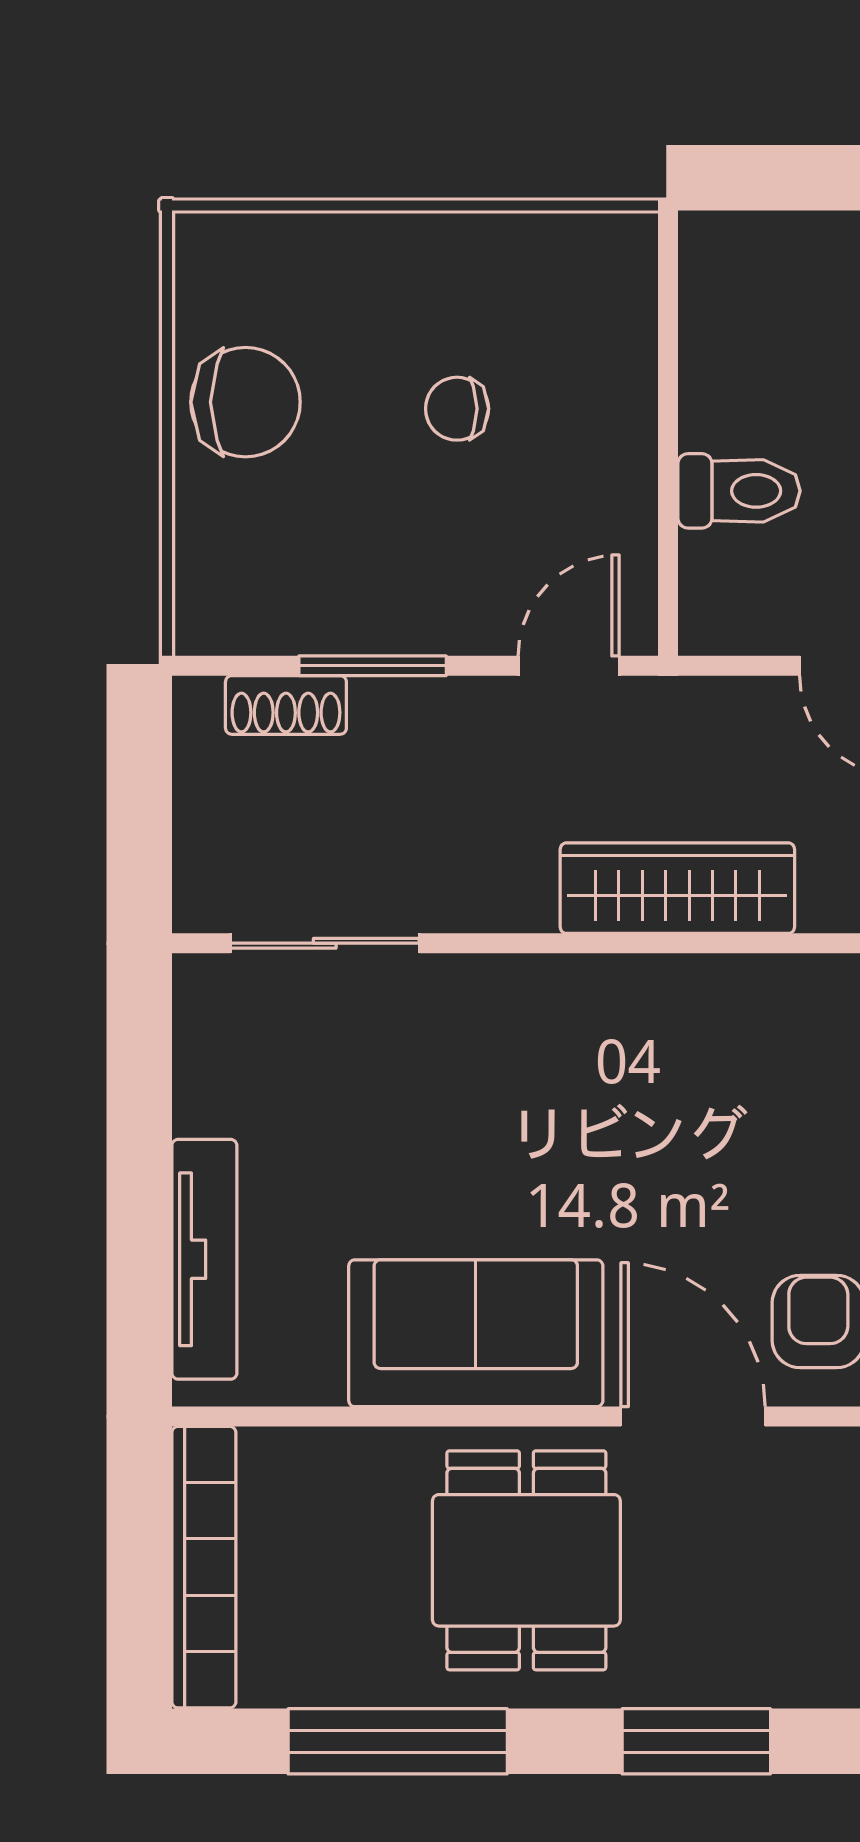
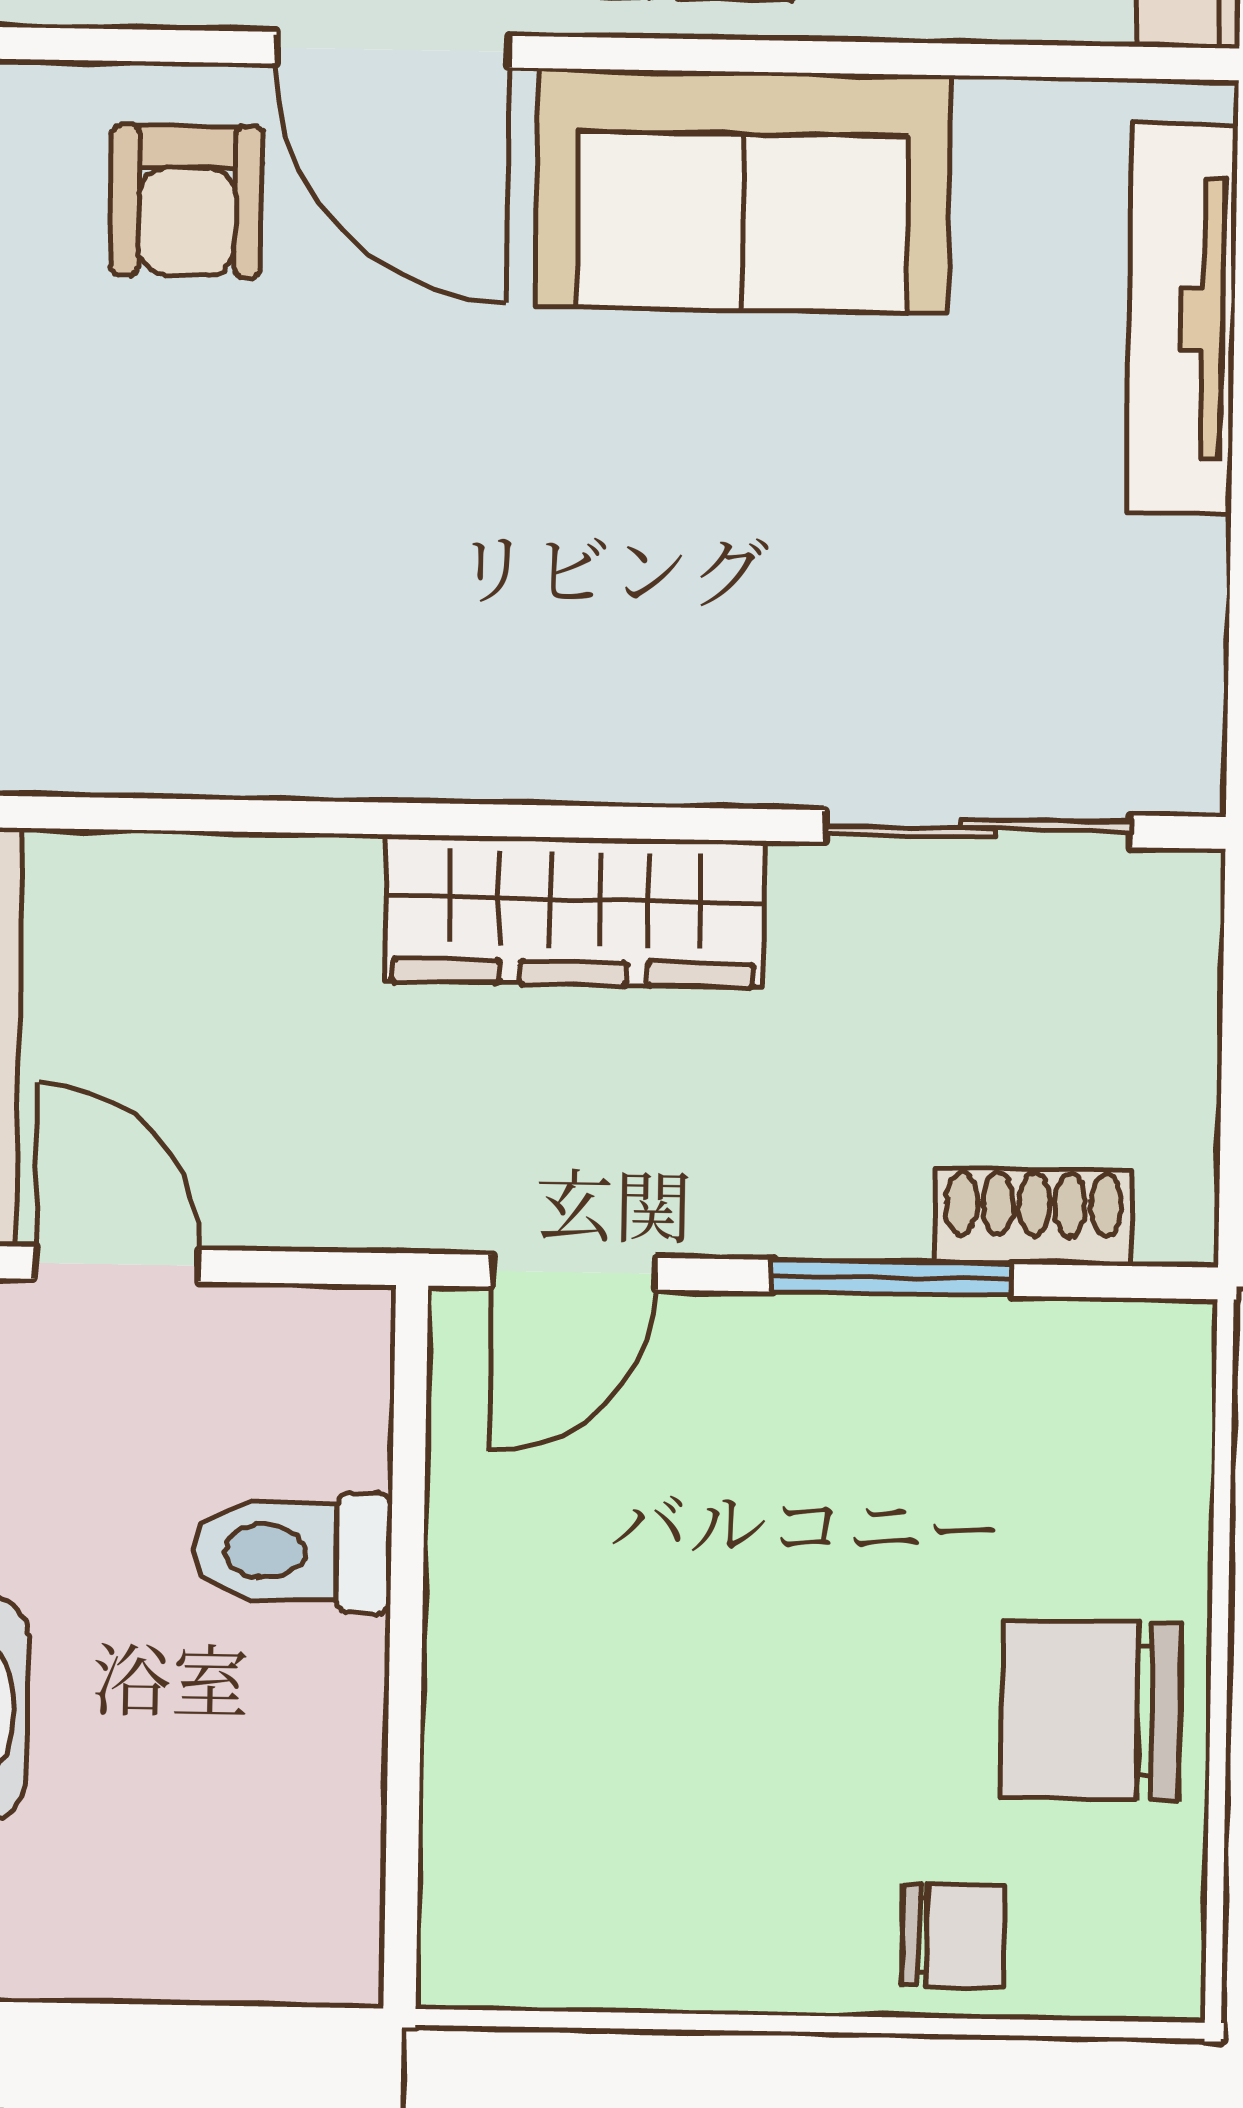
chair: (457, 409) -> (954, 1936), moved
wardrobe: (677, 888) -> (574, 911), moved

